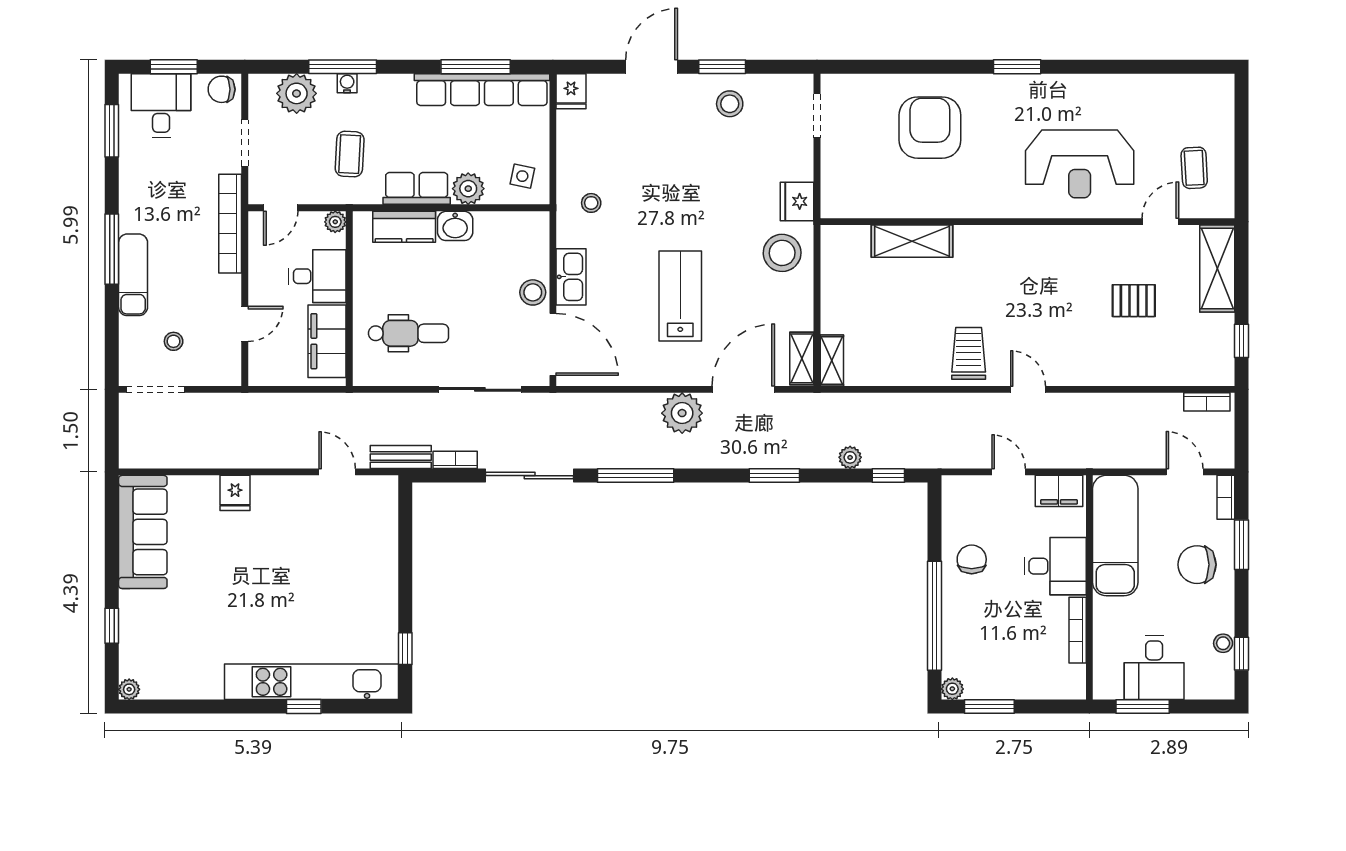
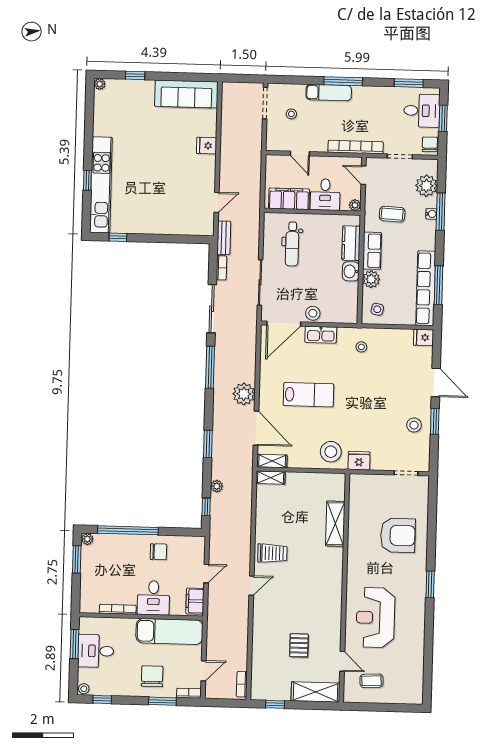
stool: (1223, 643) -> (84, 689), moved

